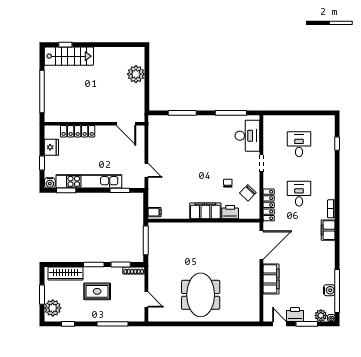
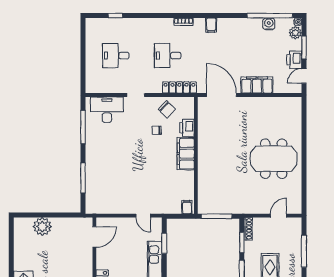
door: (146, 170) -> (143, 216), swing flipped
filing cabinet: (328, 230) -> (211, 25), width x0.50

